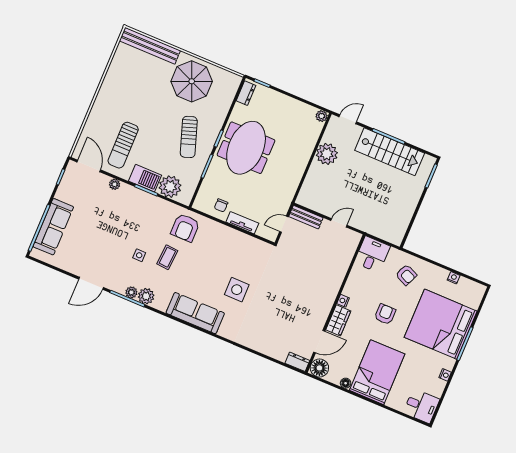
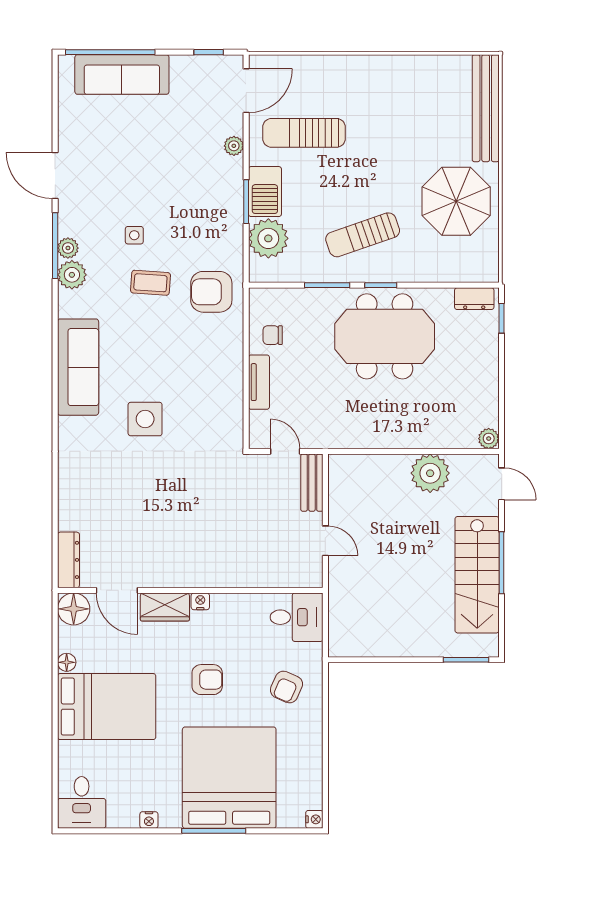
nightstand: (454, 278) -> (314, 819), moved
dresser: (297, 362) -> (68, 560), width x1.44

